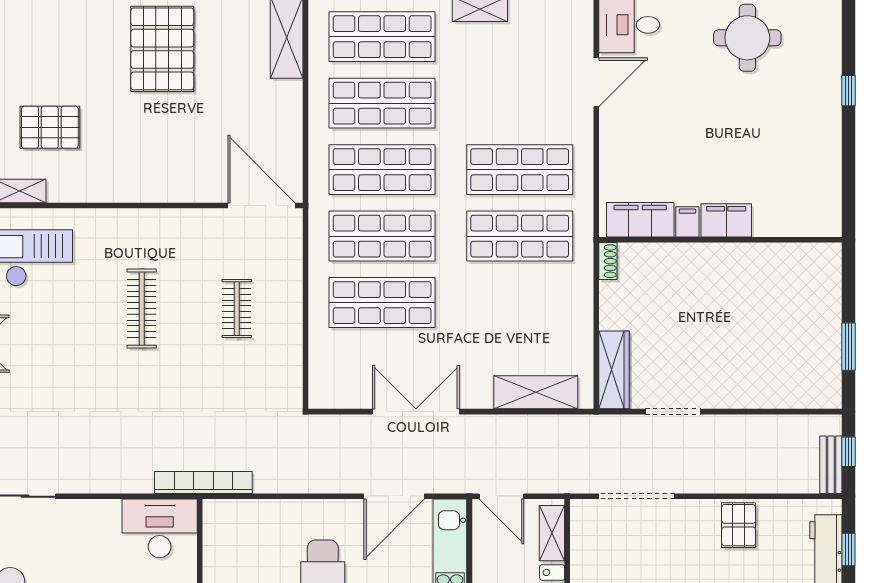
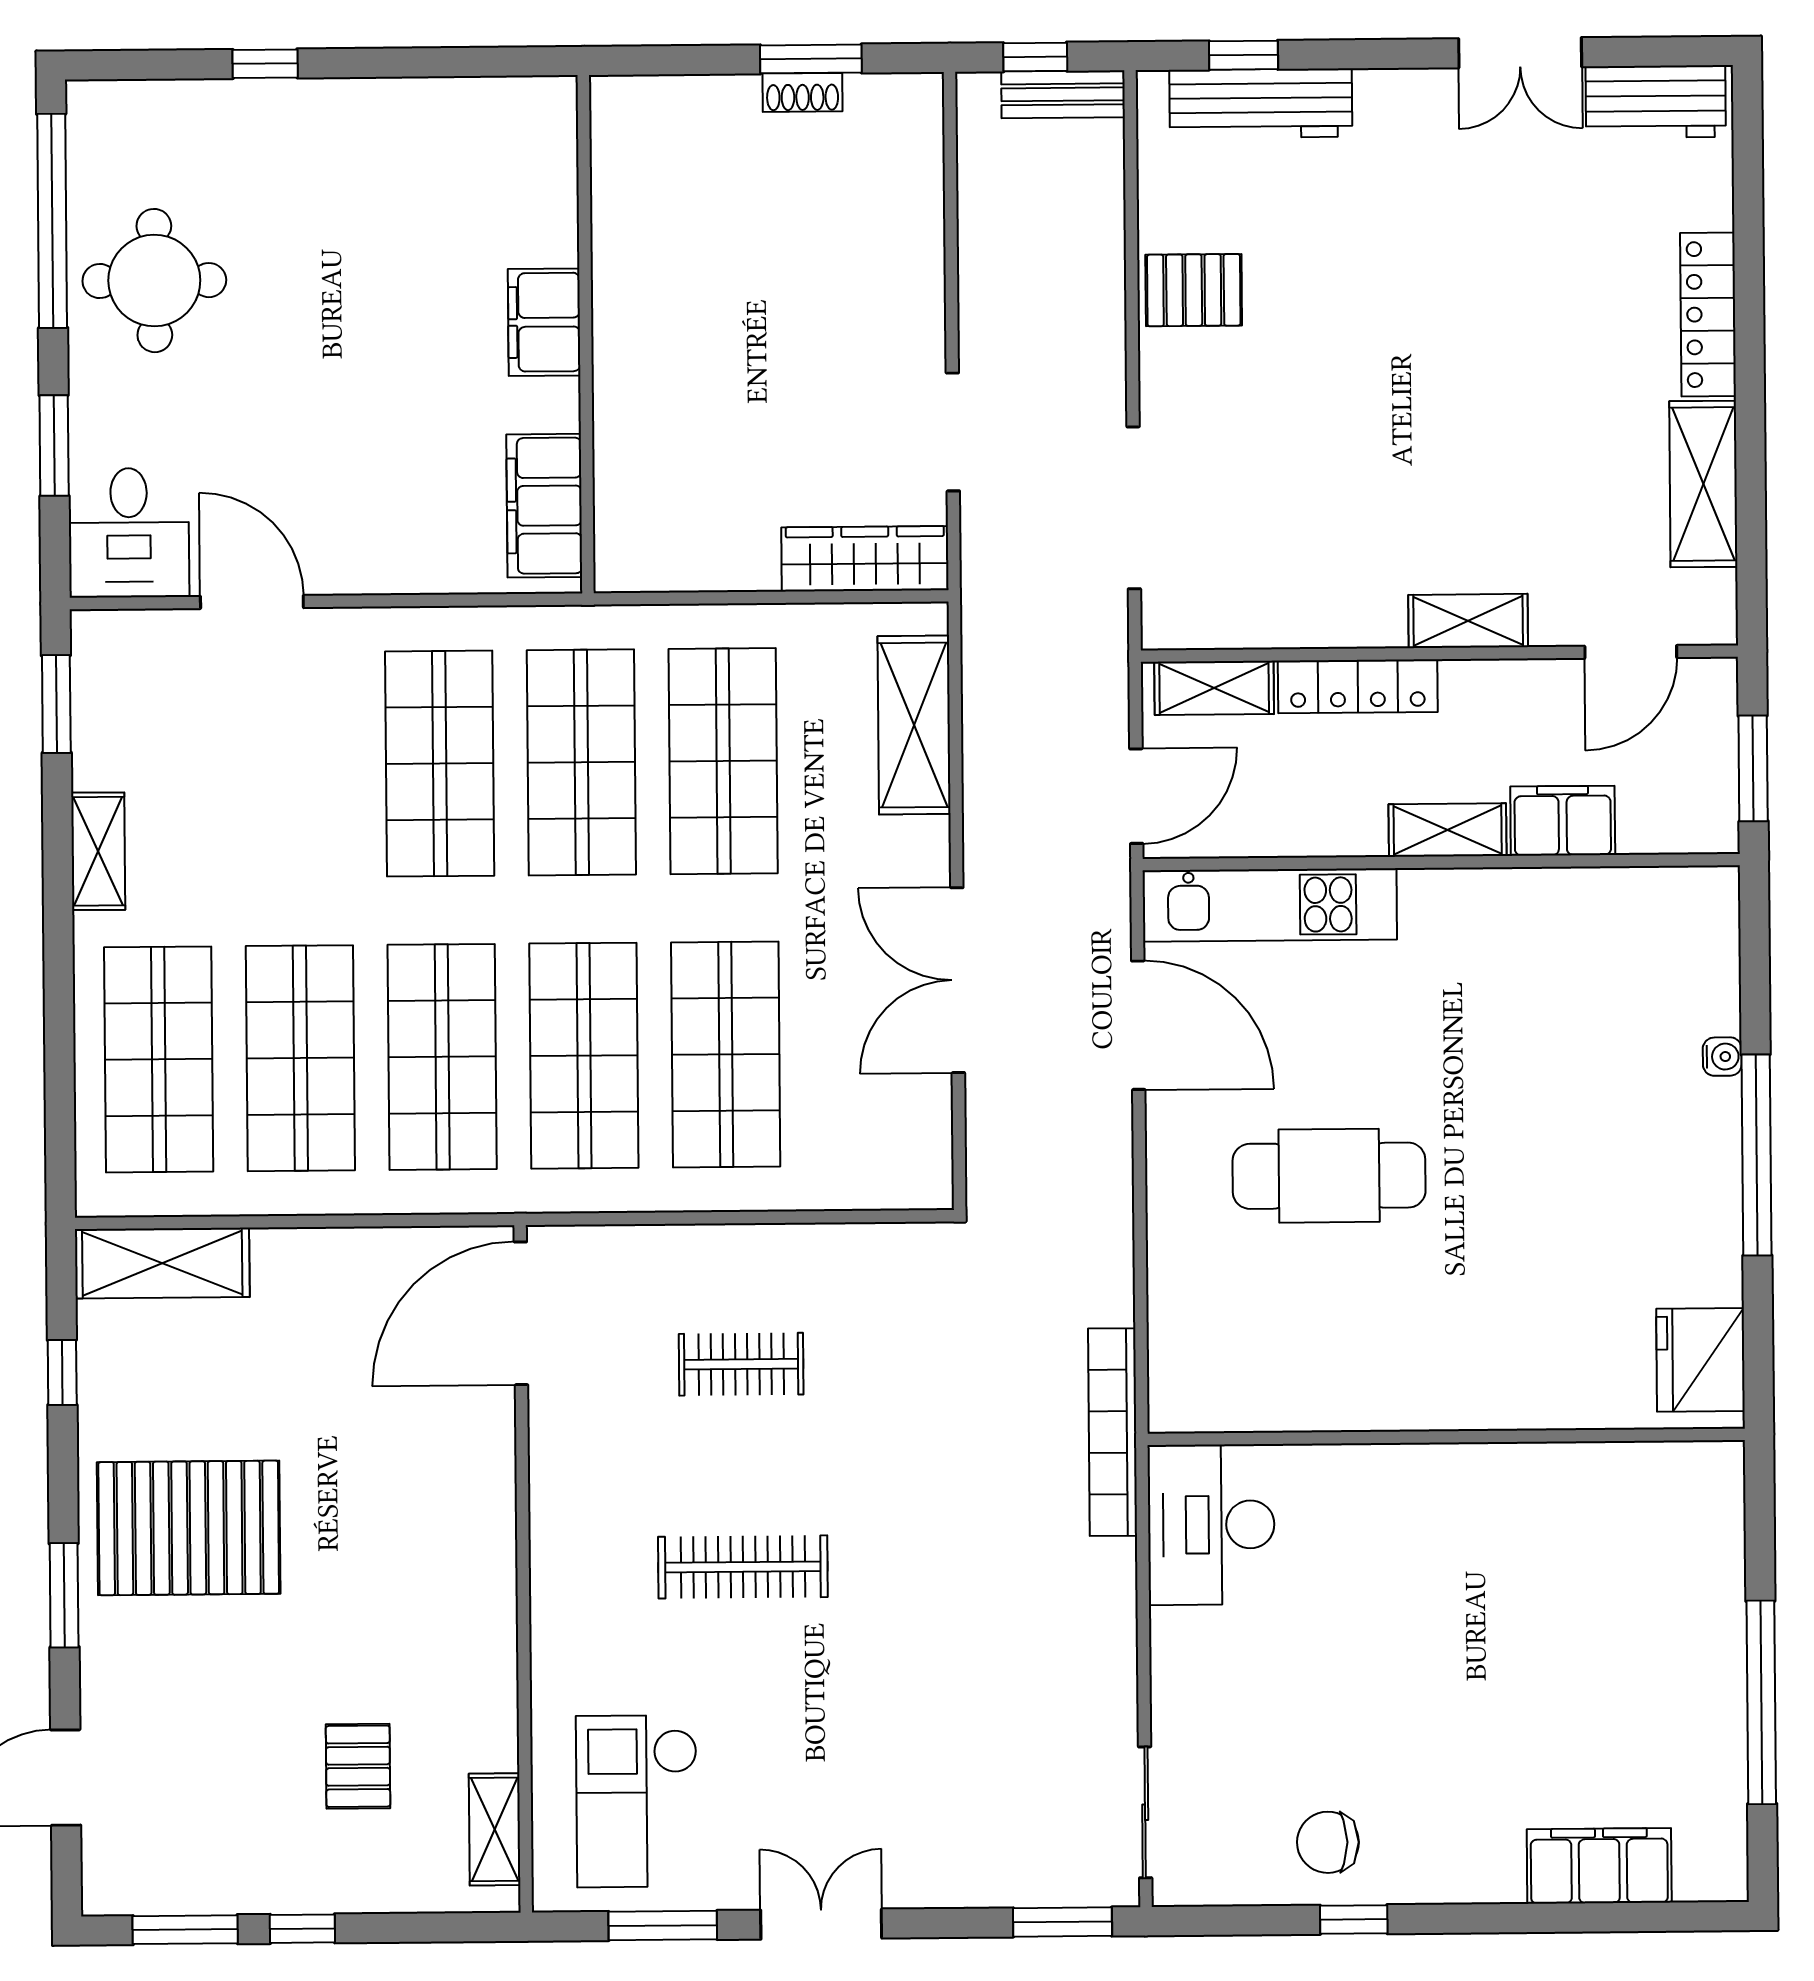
pallet: (50, 127) -> (358, 1766), width x0.67, depth x0.71
filing cabinet: (687, 222) -> (548, 405), removed
shoe rack: (608, 261) -> (803, 92), moved, turned 180
shop shelf: (520, 303) -> (723, 761), added

